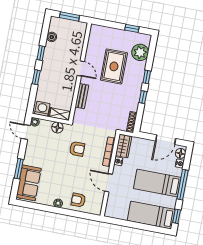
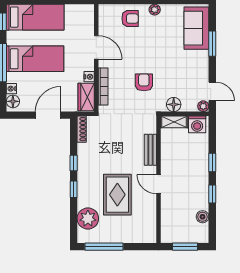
window: (132, 28) -> (104, 247), width x2.17
door: (166, 140) -> (48, 115), moved
armchair: (77, 149) -> (144, 82), turned 90

